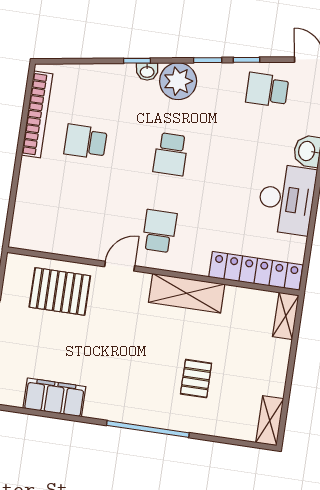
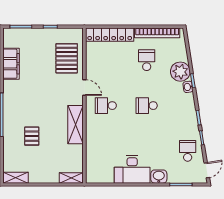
plant: (178, 81) -> (180, 72), moved
school desk: (159, 231) -> (106, 106), turned 180
locker: (256, 271) -> (110, 35), moved, turned 90
pallet: (196, 379) -> (32, 136), turned 90

